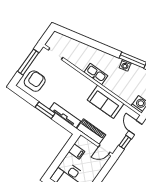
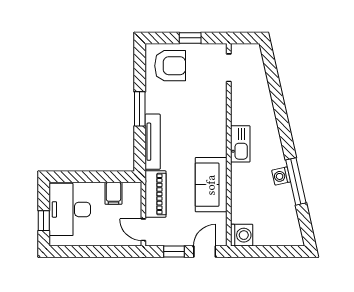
window: (28, 62) -> (190, 38), width x0.46

